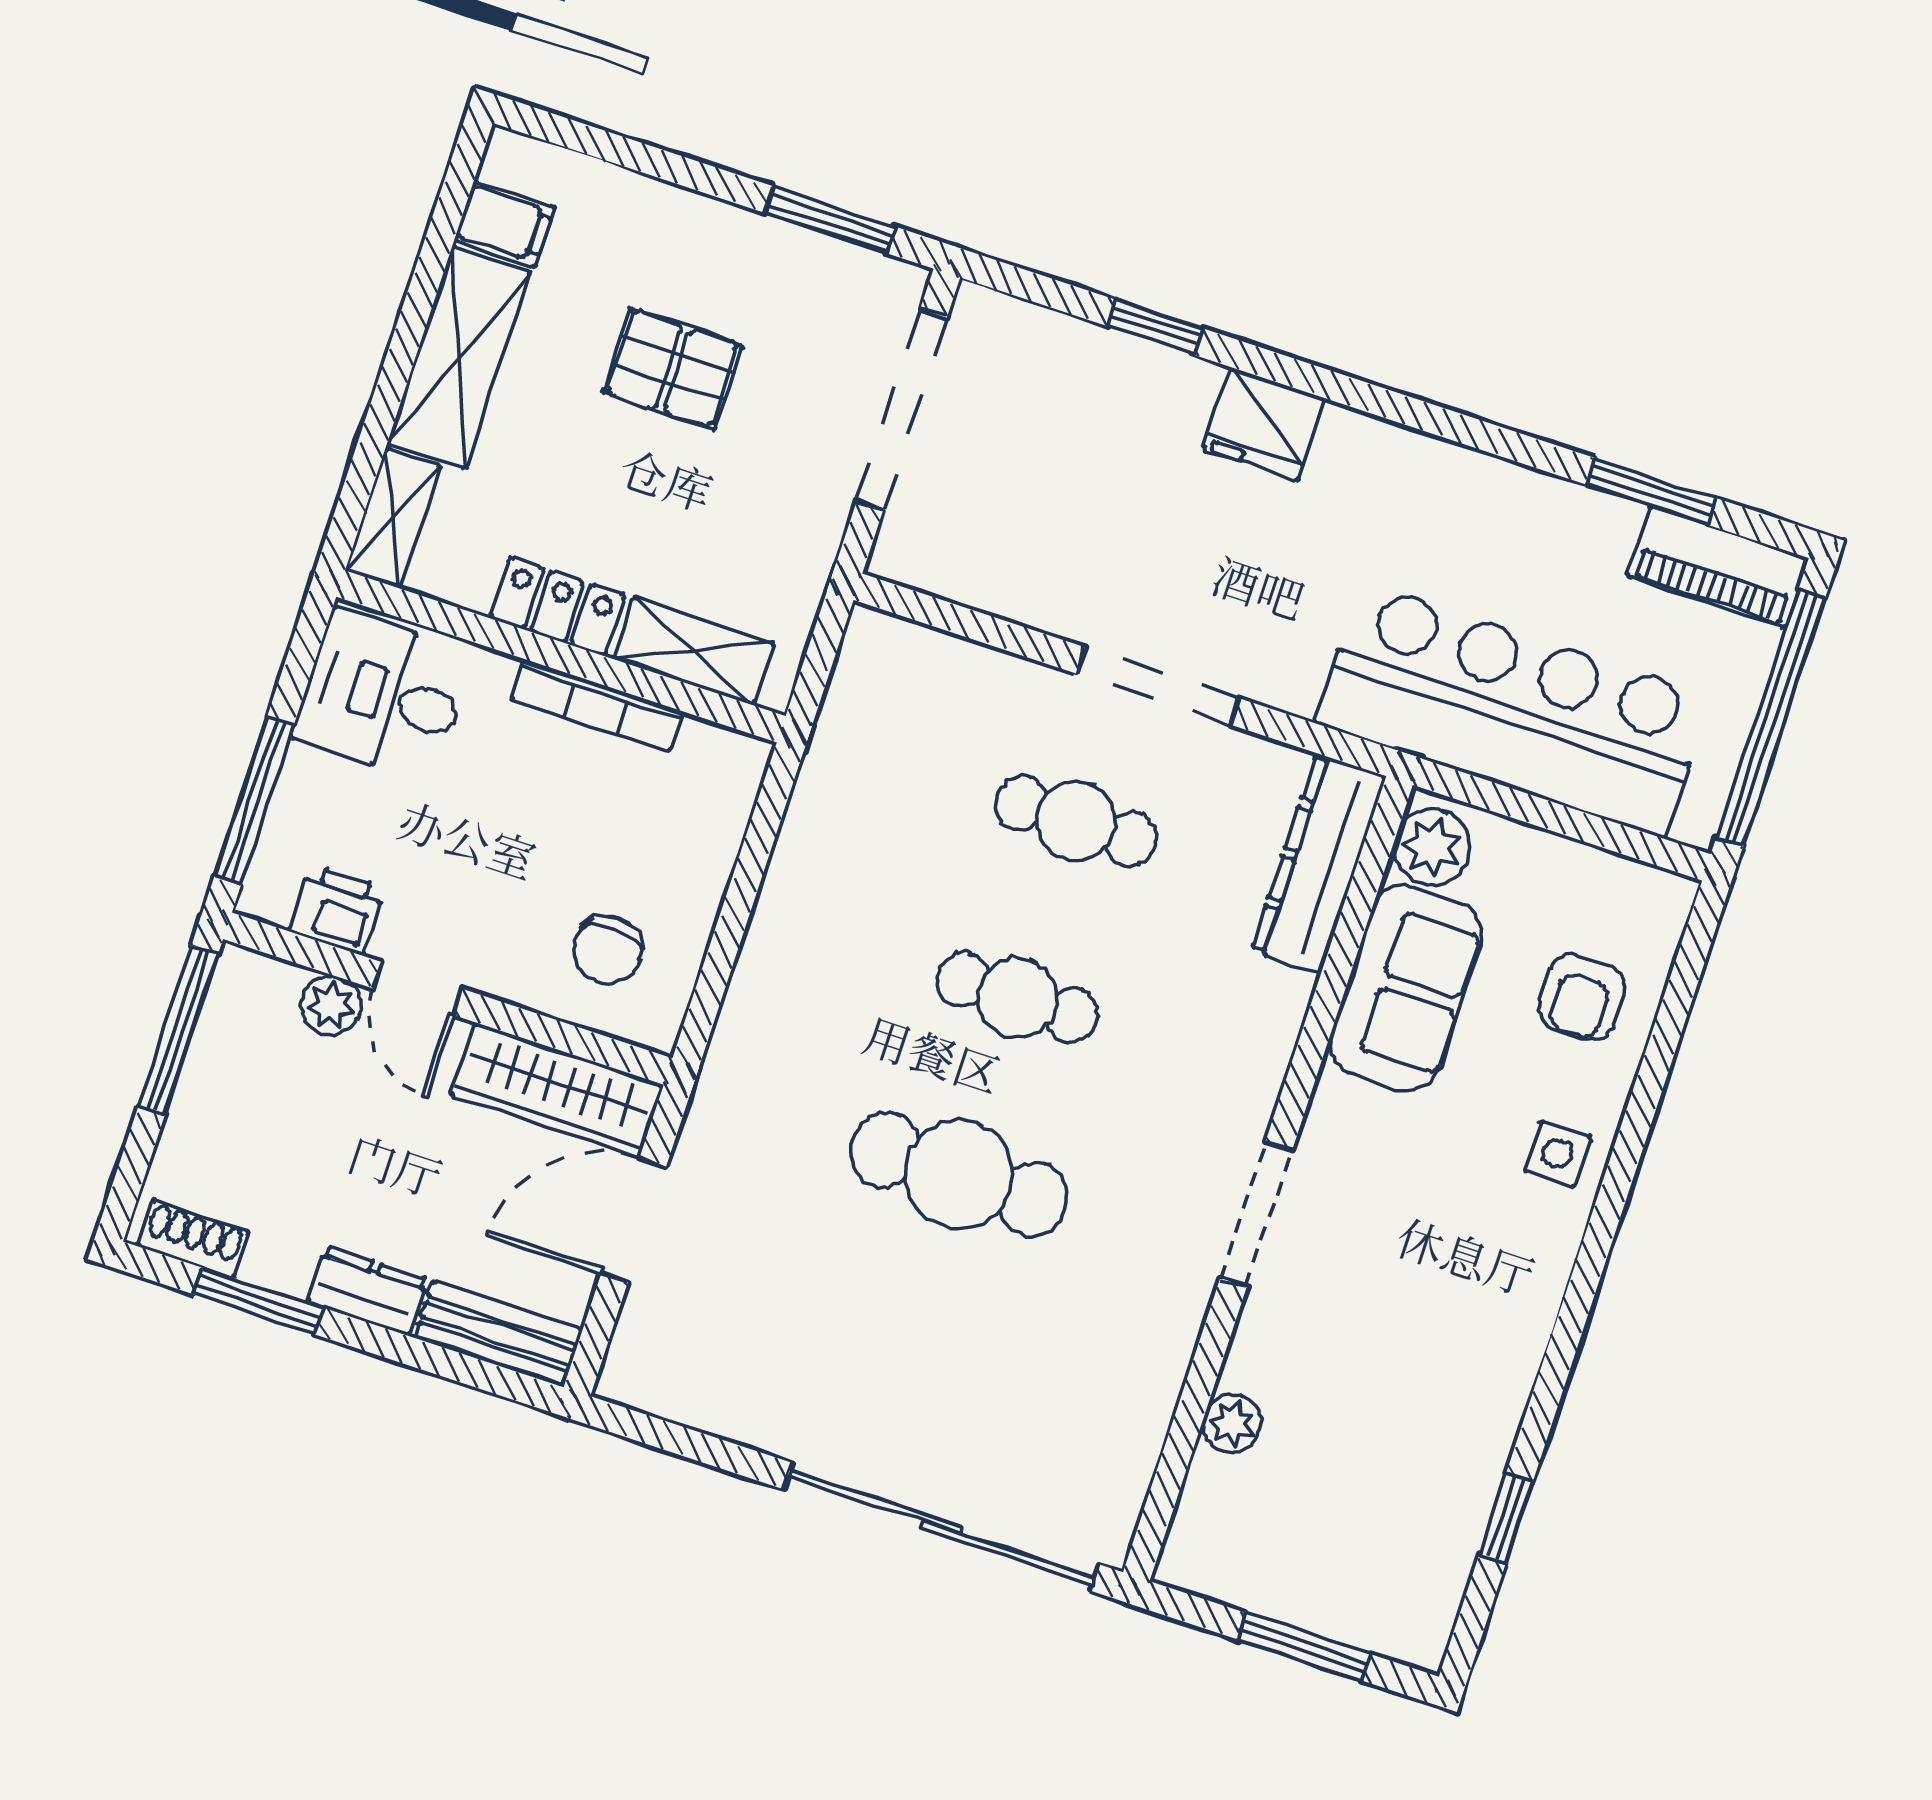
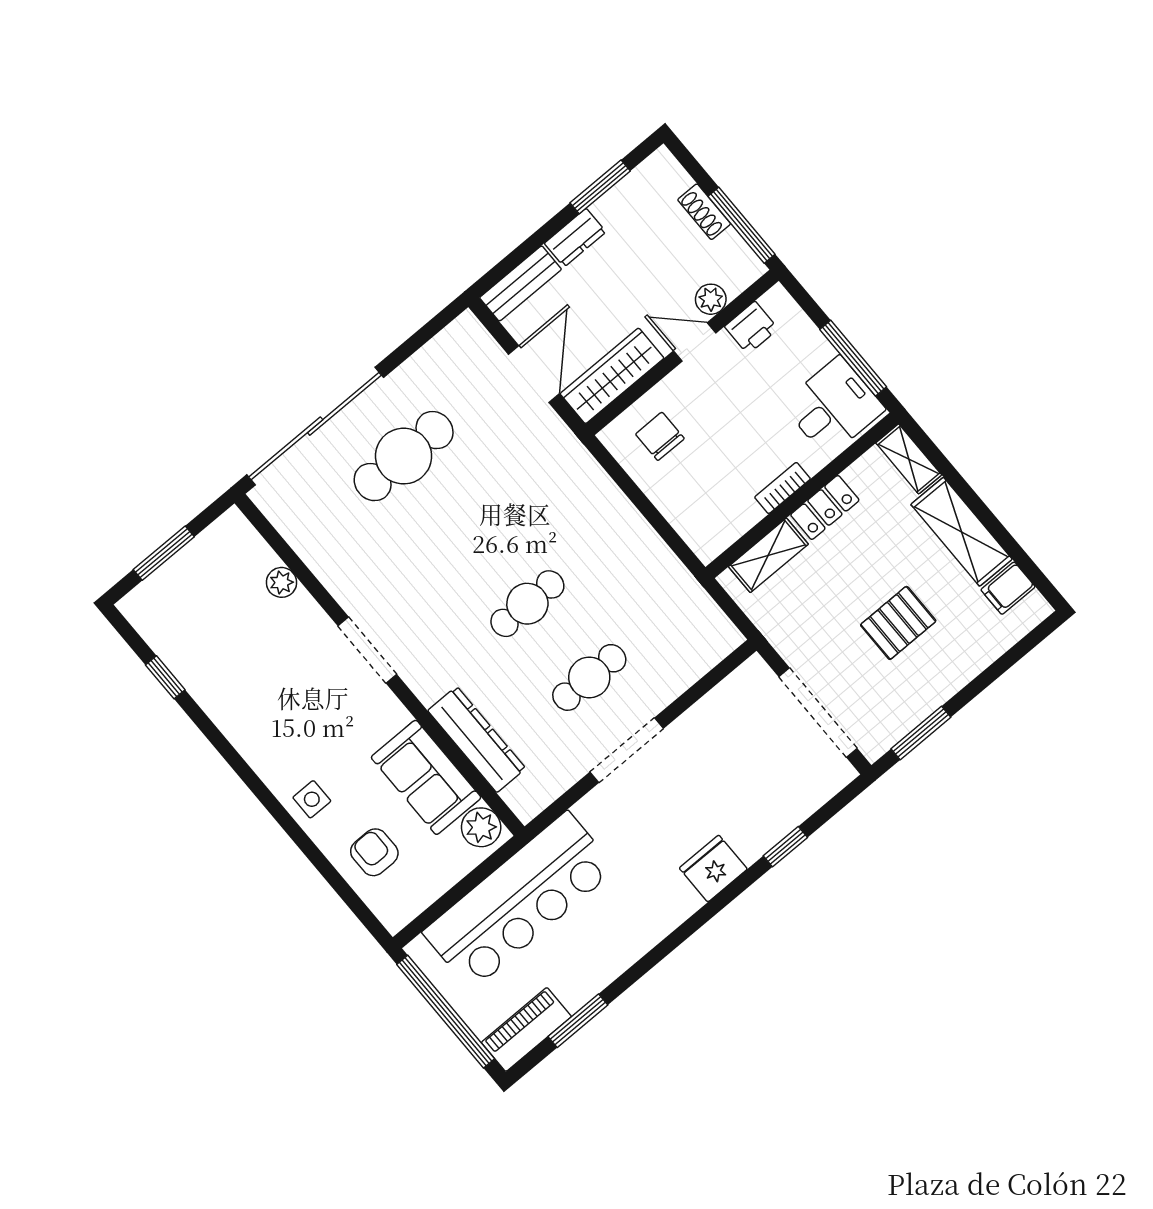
bookcase: (597, 705) -> (783, 488), width x0.64
window: (254, 801) -> (853, 358), moved
dresser: (1319, 863) -> (477, 739), moved
cafe table: (959, 1174) -> (404, 456), moved
shoe rack: (193, 1239) -> (704, 212), moved, turned 90

